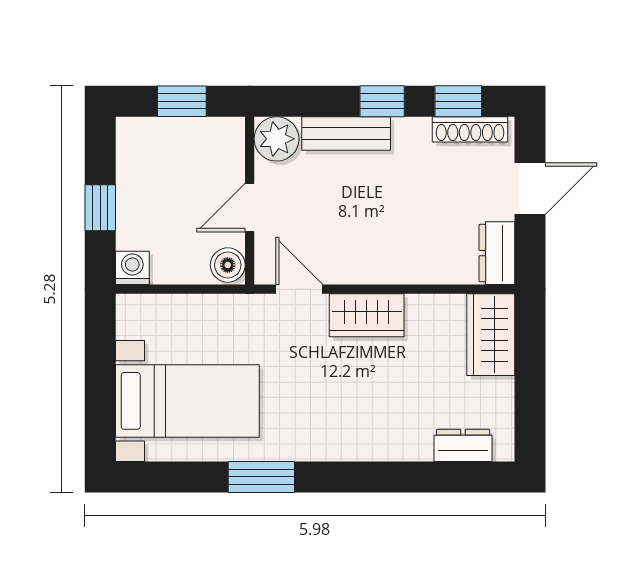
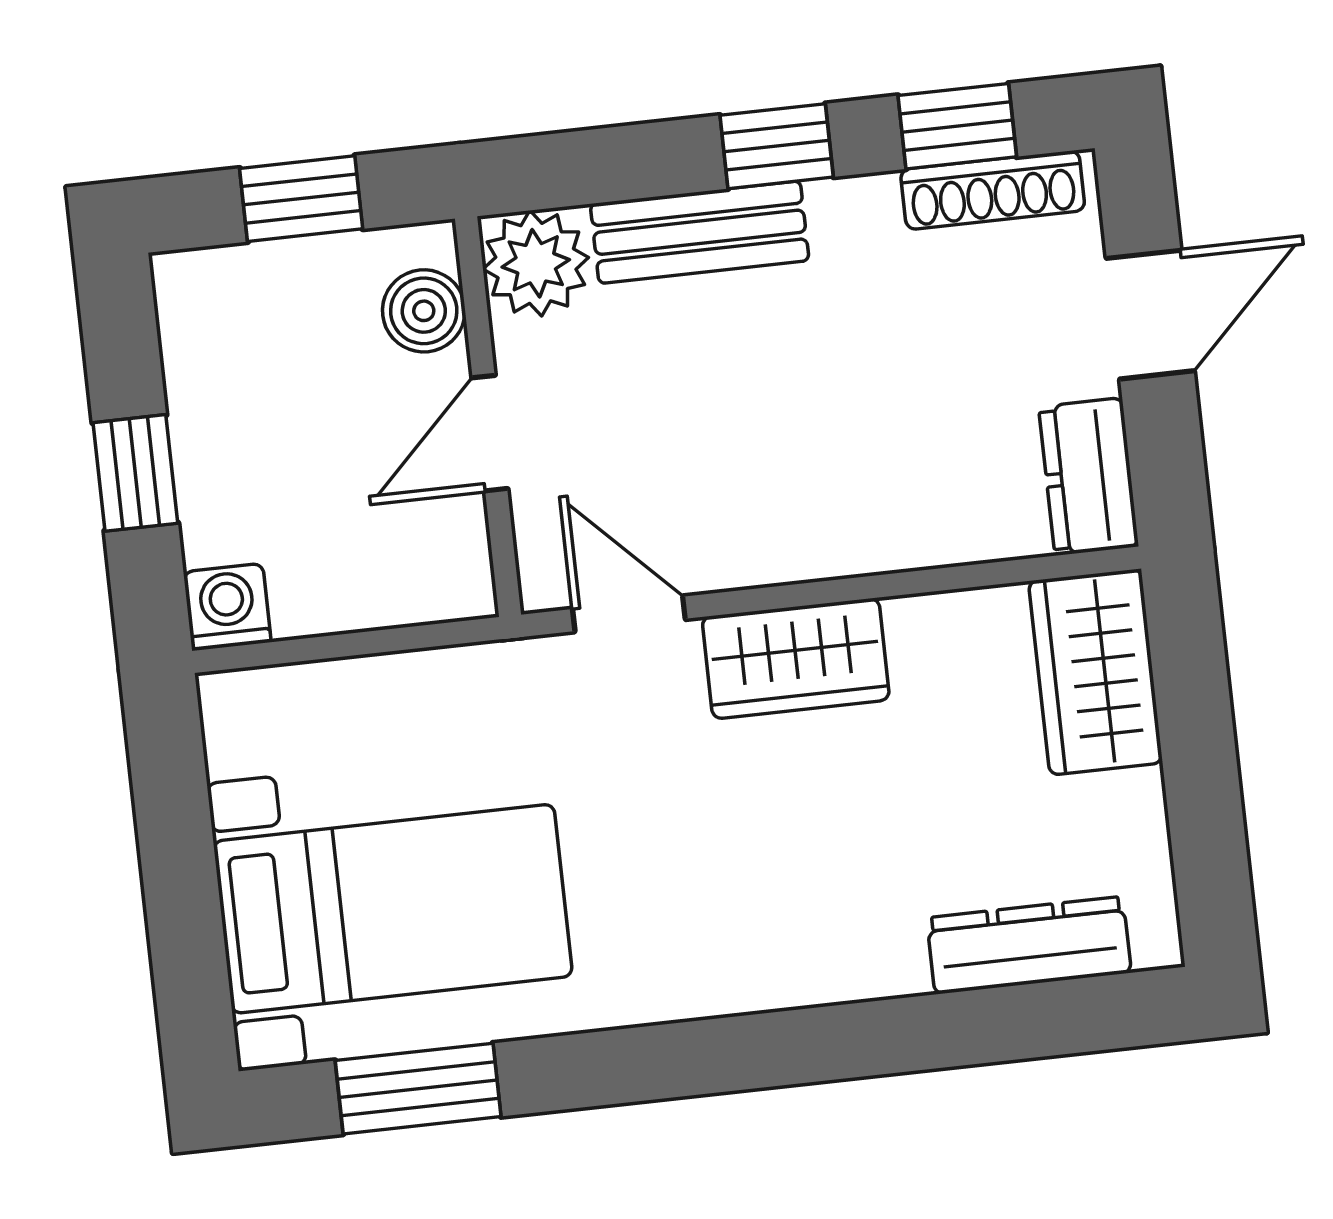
boiler: (228, 265) -> (424, 311), moved
dresser: (463, 445) -> (1029, 945), width x1.44
window: (261, 477) -> (418, 1089), moved

